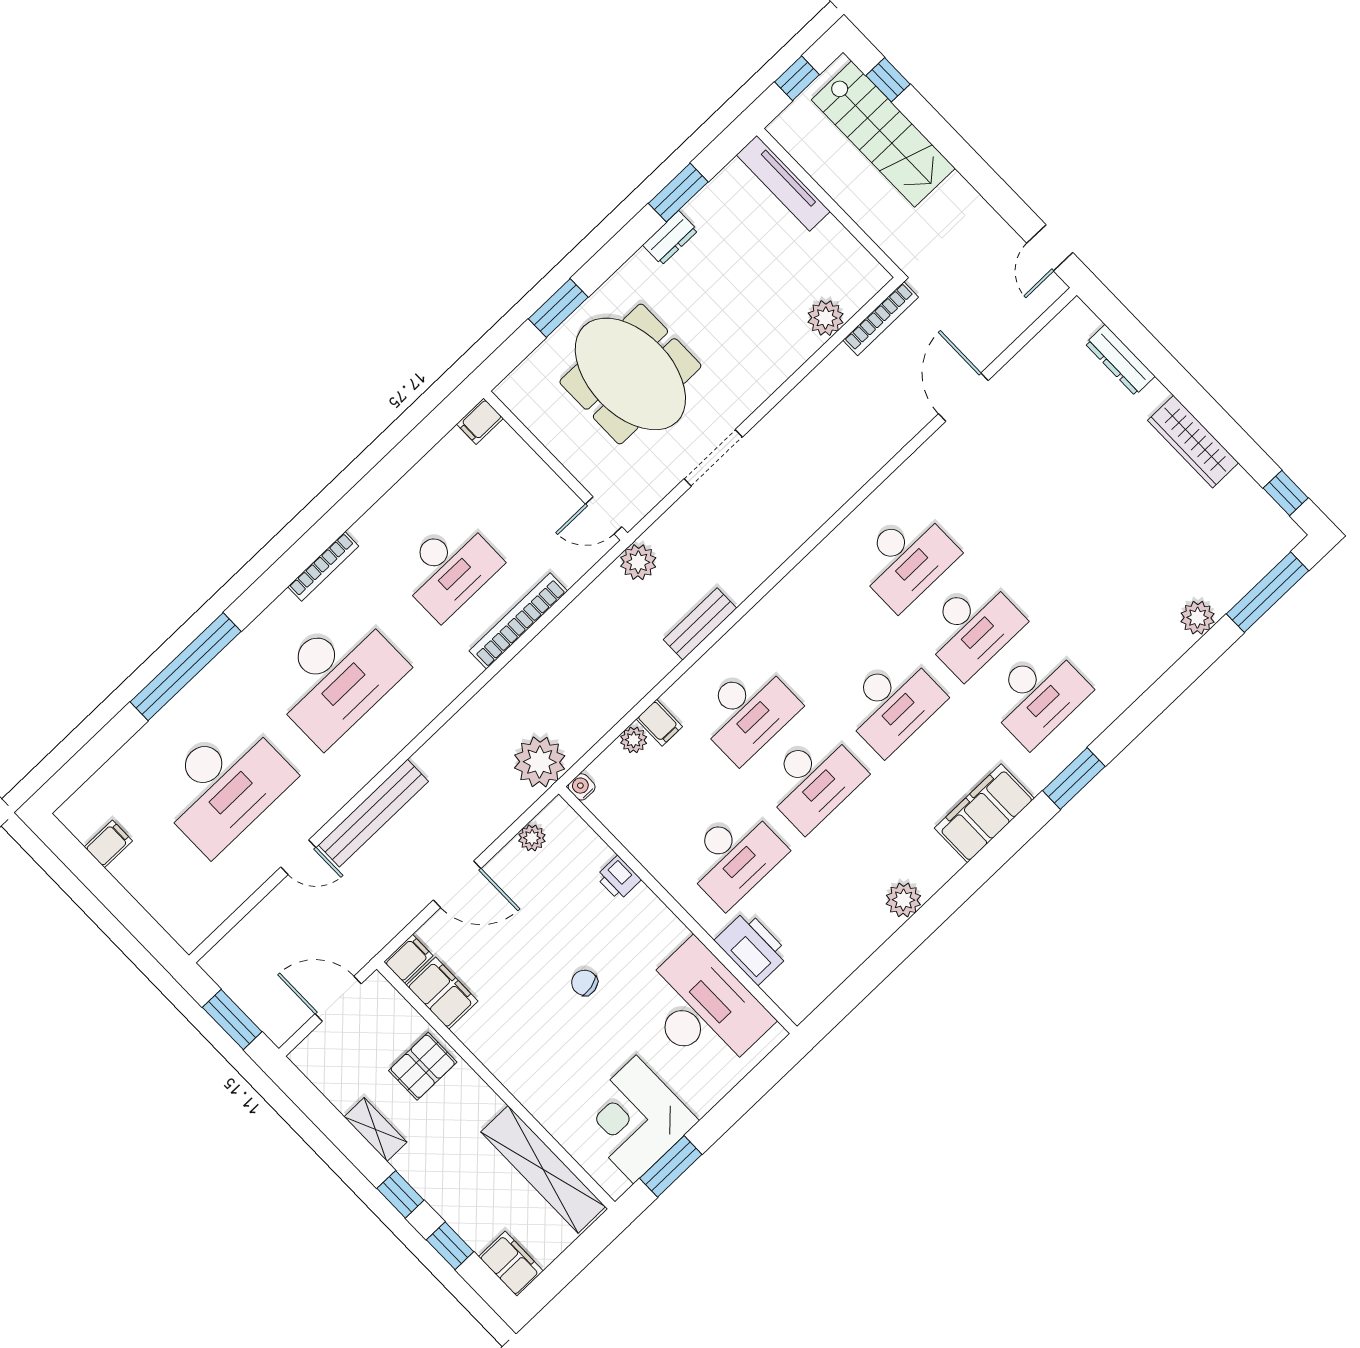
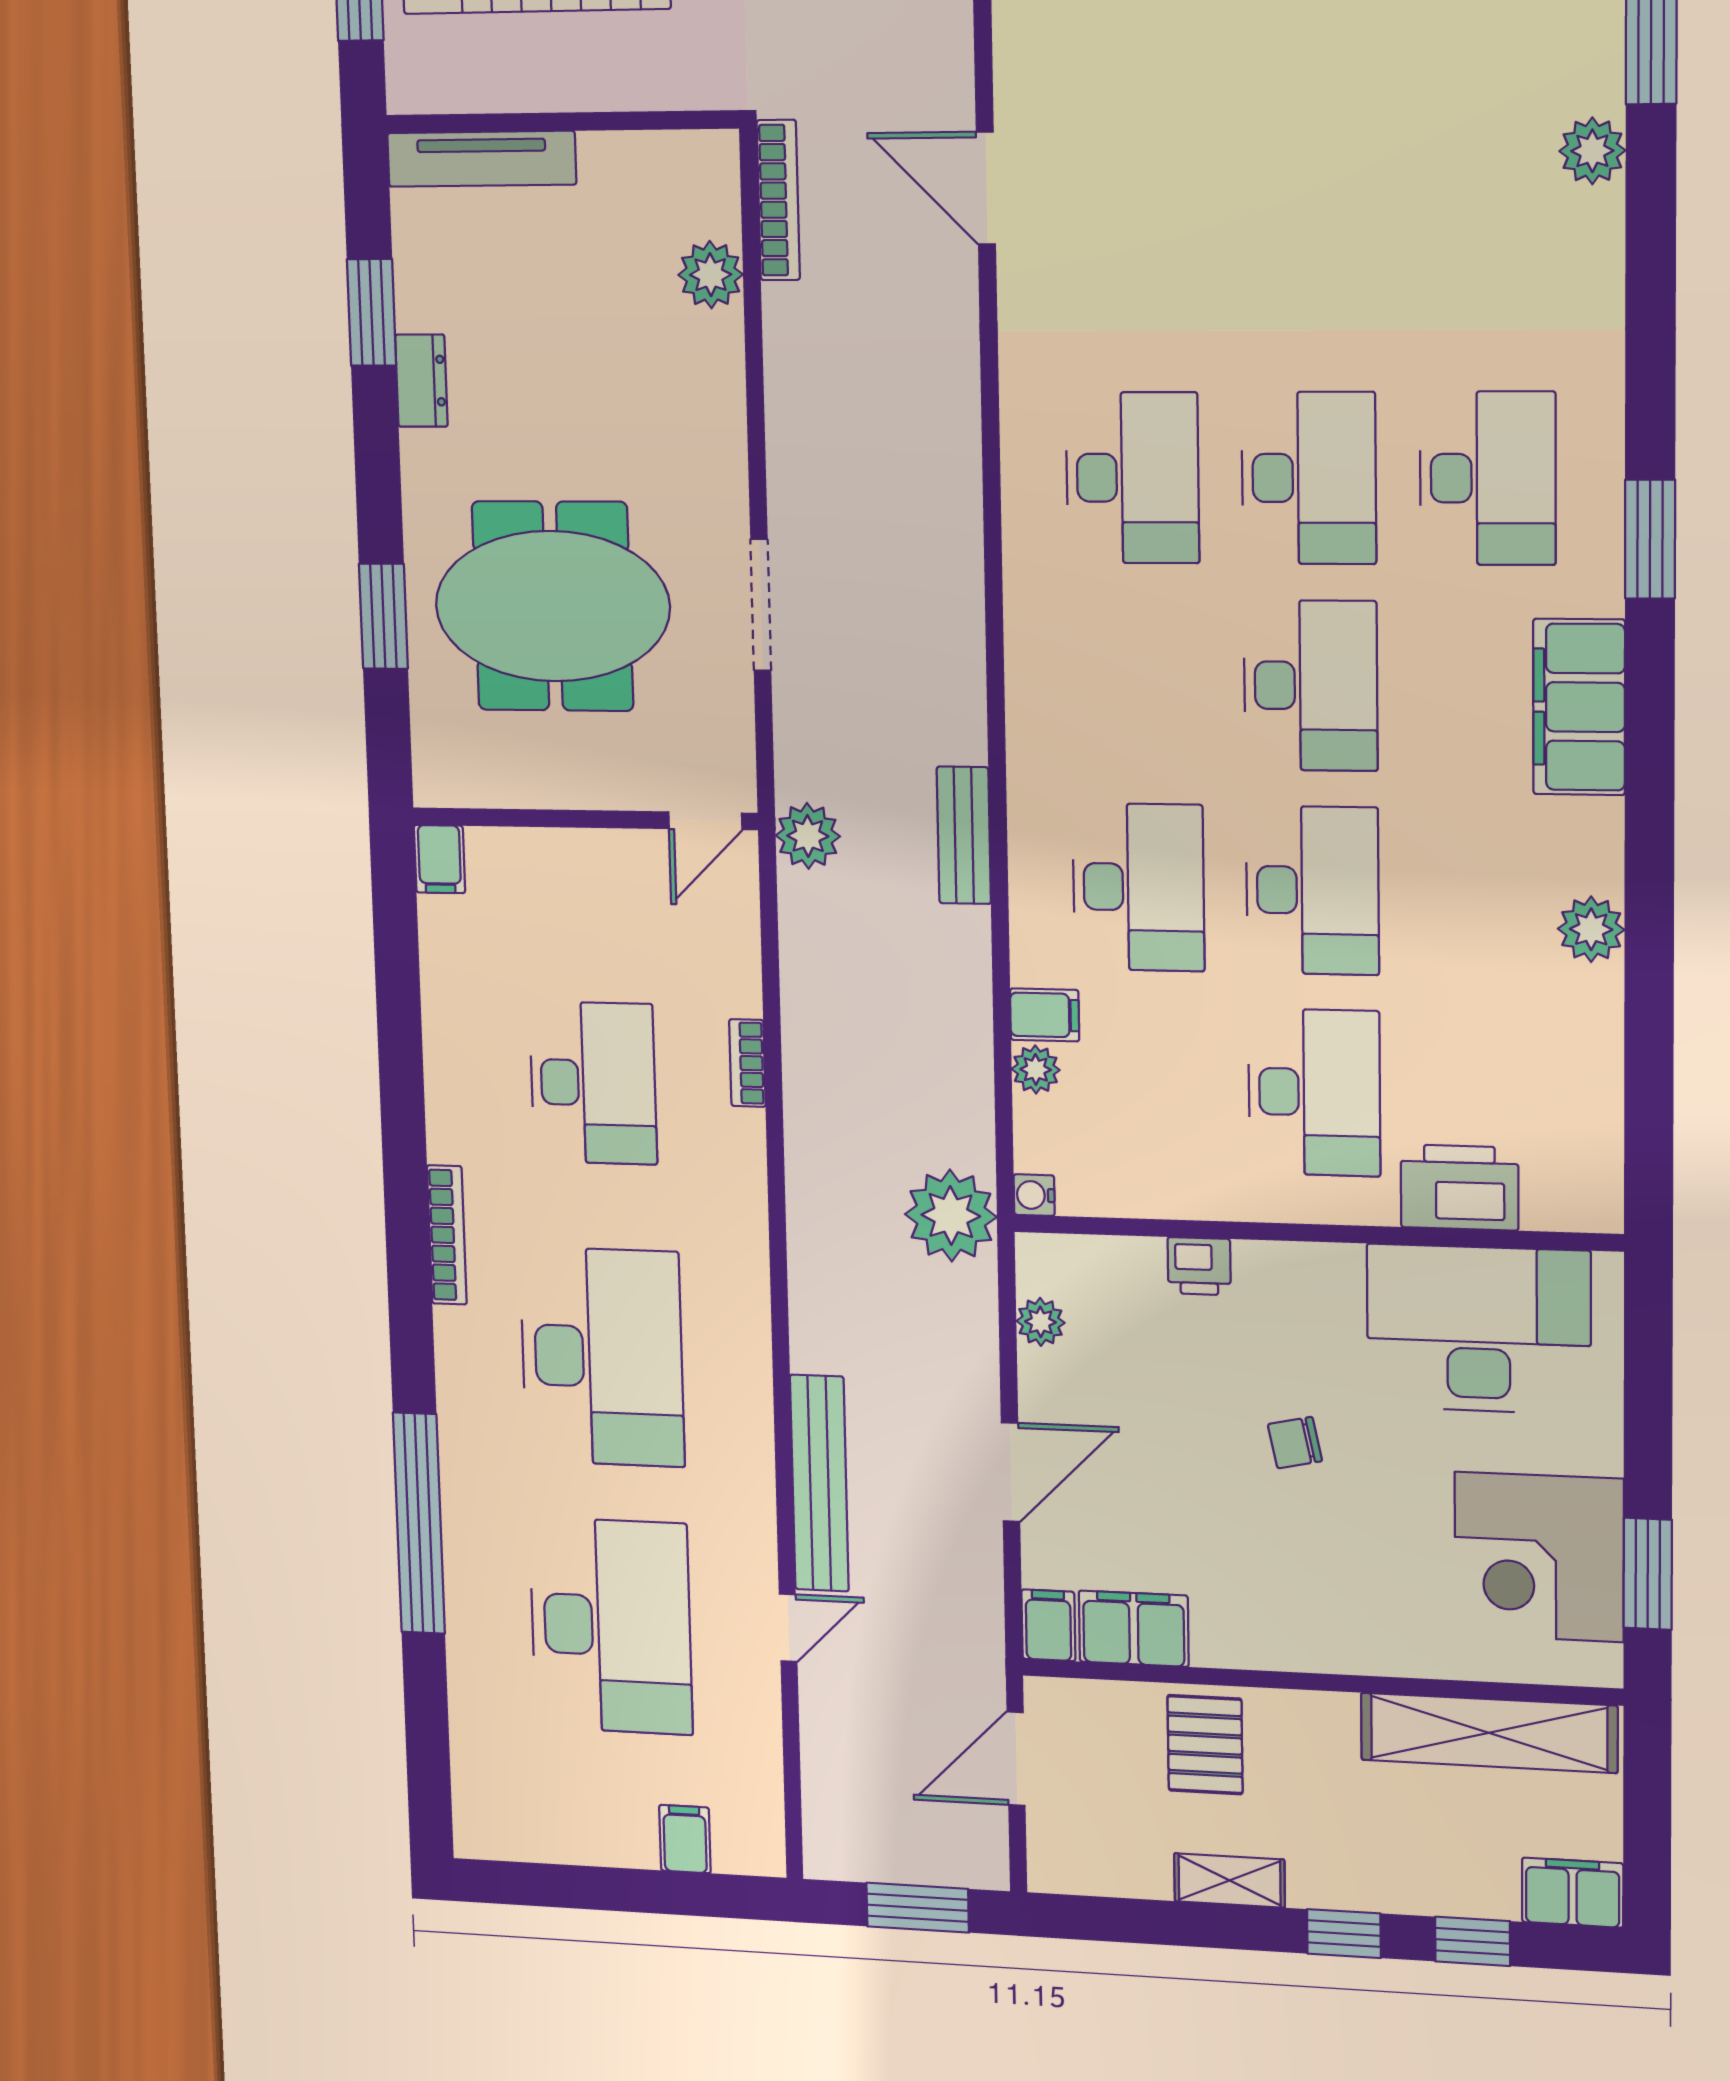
bookcase: (518, 621) -> (747, 1063), width x0.43, depth x0.76
filing cabinet: (108, 844) -> (685, 1839), moved

